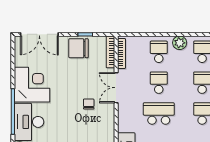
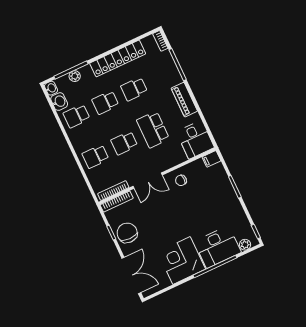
plant: (180, 43) -> (78, 141), removed
chair: (79, 48) -> (127, 233), turned 180
chair: (89, 104) -> (181, 180), moved

